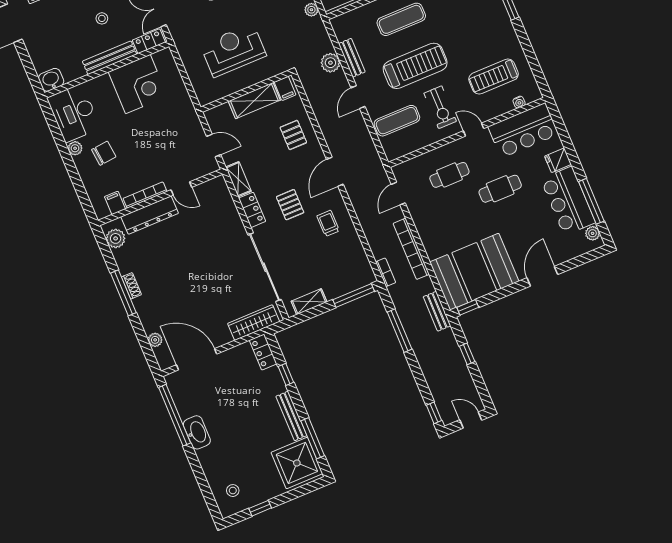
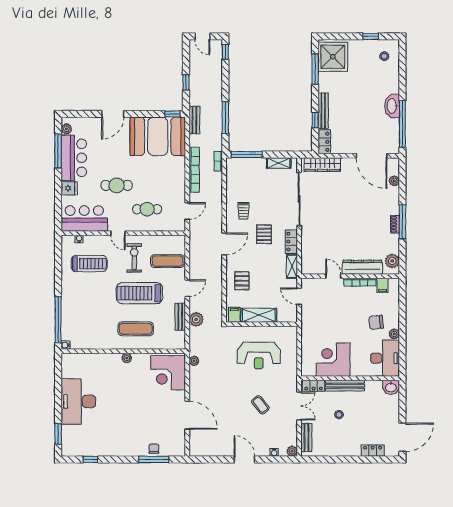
bench: (291, 416) -> (323, 111), moved

